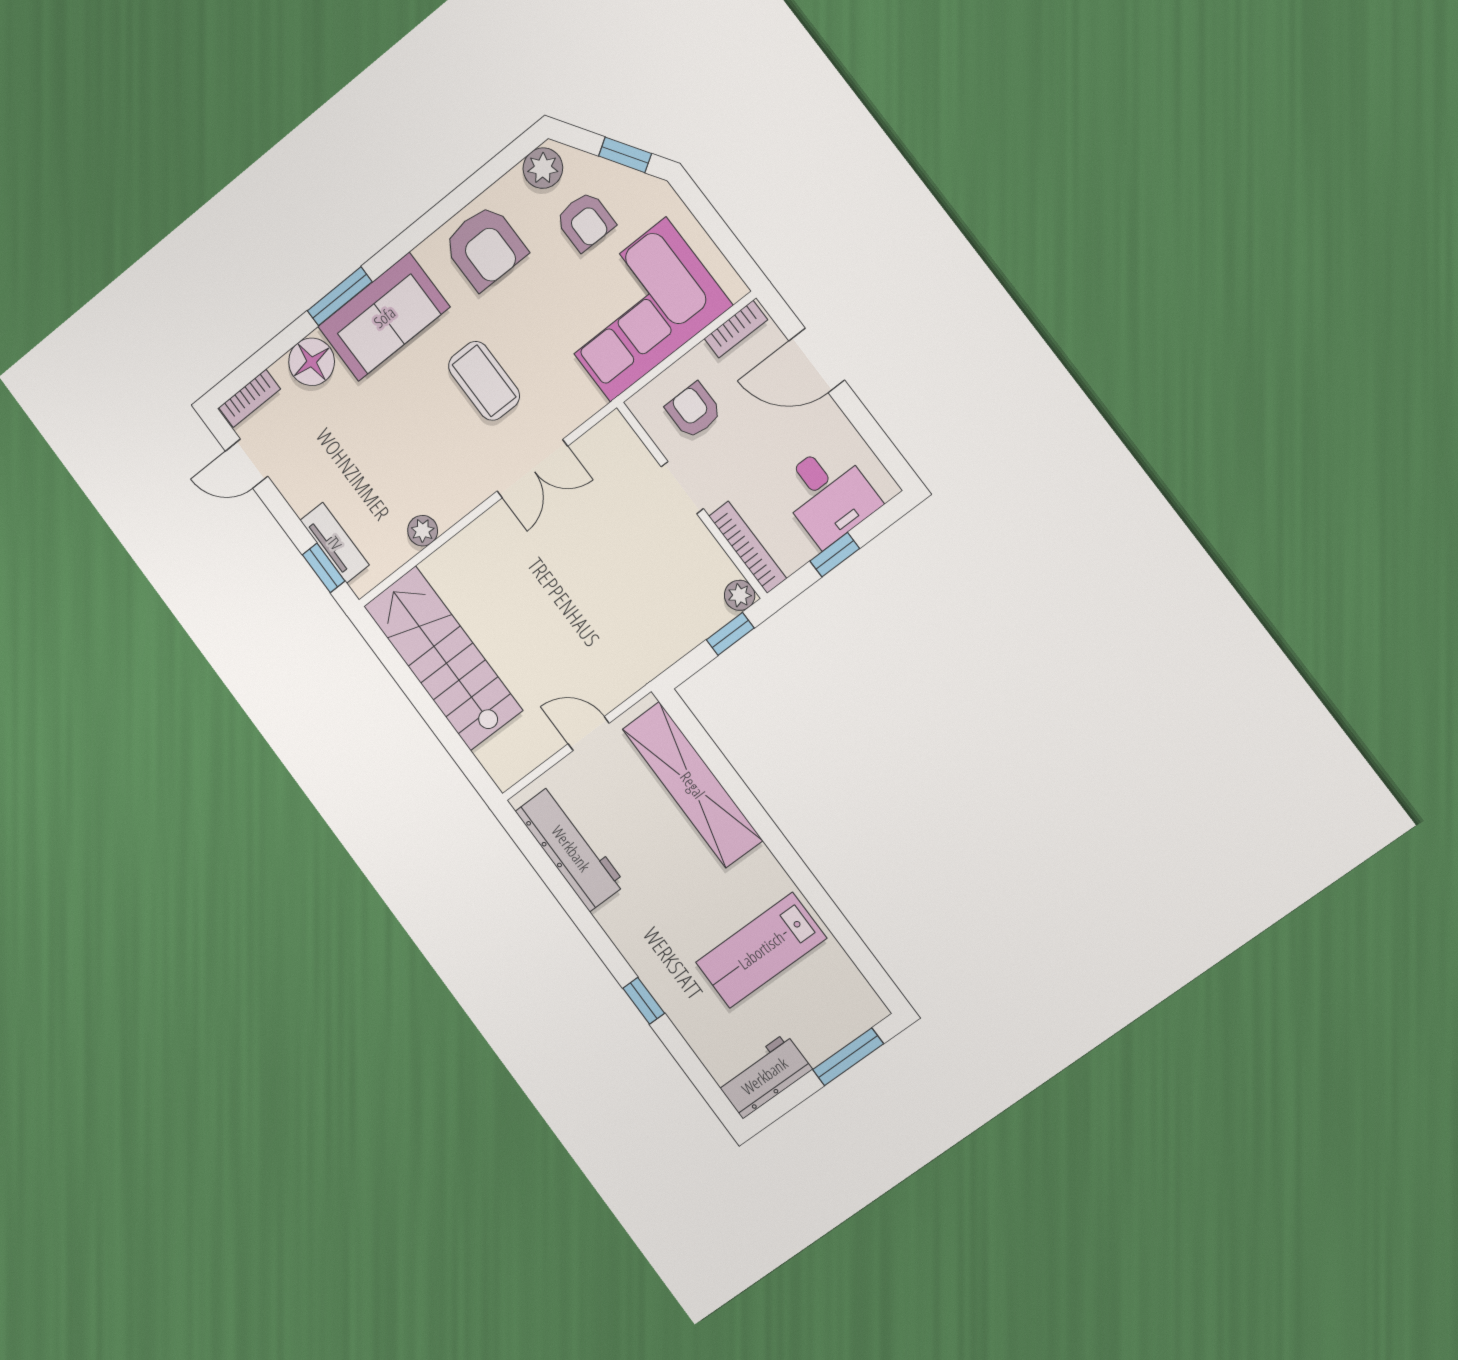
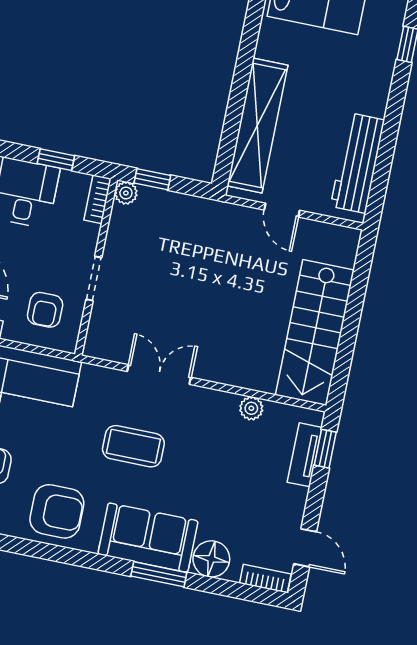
armchair: (485, 247) -> (57, 511), turned 90
coffee table: (484, 381) -> (133, 446), turned 90
bookcase: (748, 547) -> (98, 199), width x0.64

